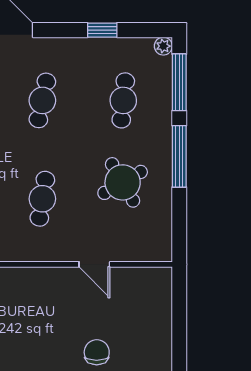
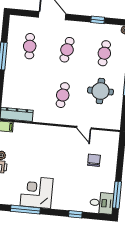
round table: (123, 182) -> (100, 91), turned 30
chair: (97, 352) -> (94, 160), moved

